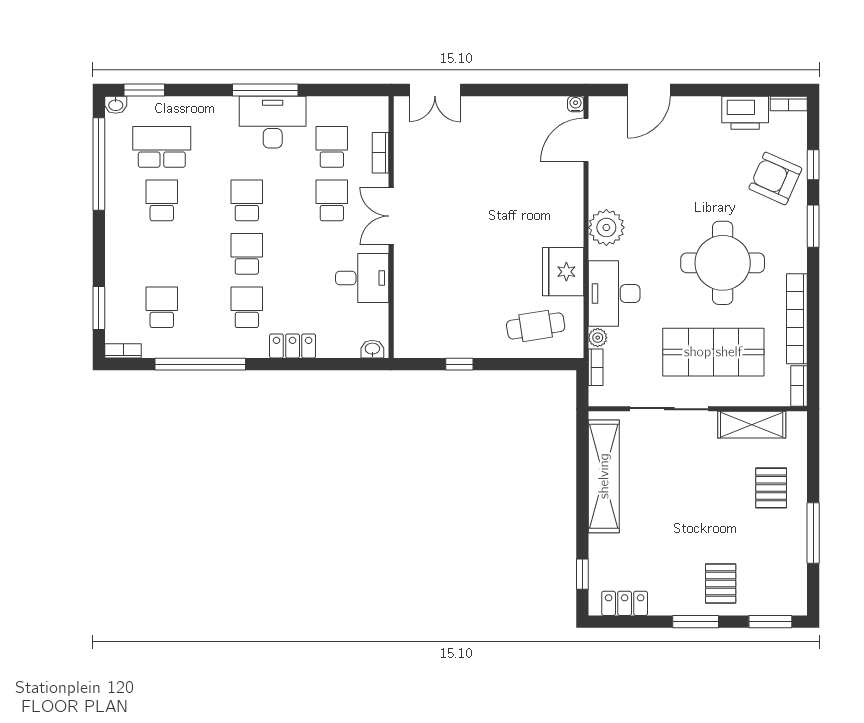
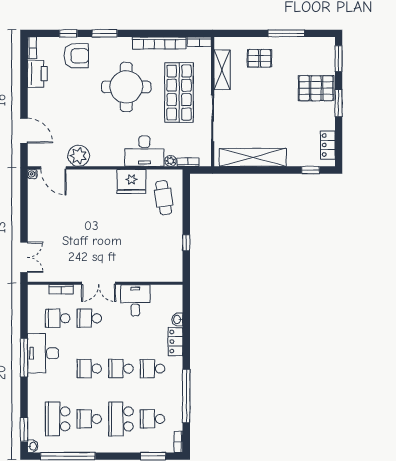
armchair: (775, 178) -> (76, 56), turned -114
plant: (606, 227) -> (79, 156), moved
school desk: (162, 254) -> (121, 419), added
washbasin: (372, 349) -> (177, 320), moved
pallet: (721, 583) -> (316, 88), width x1.50, depth x1.42

